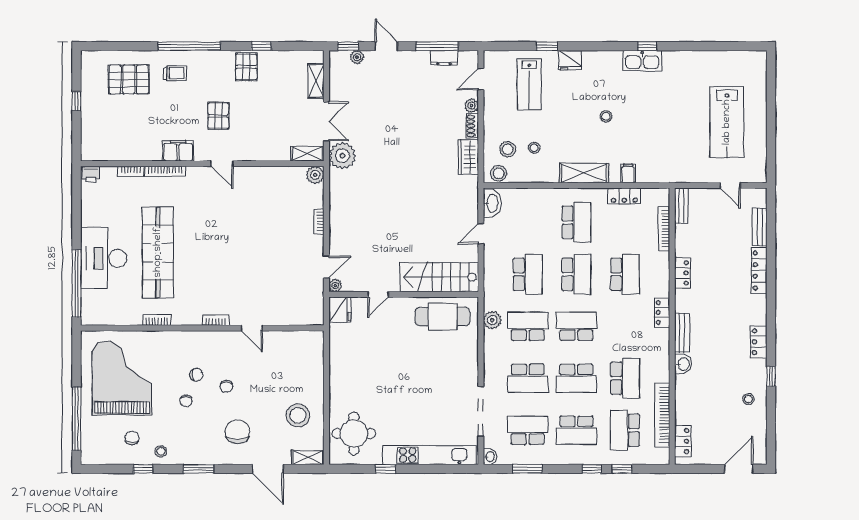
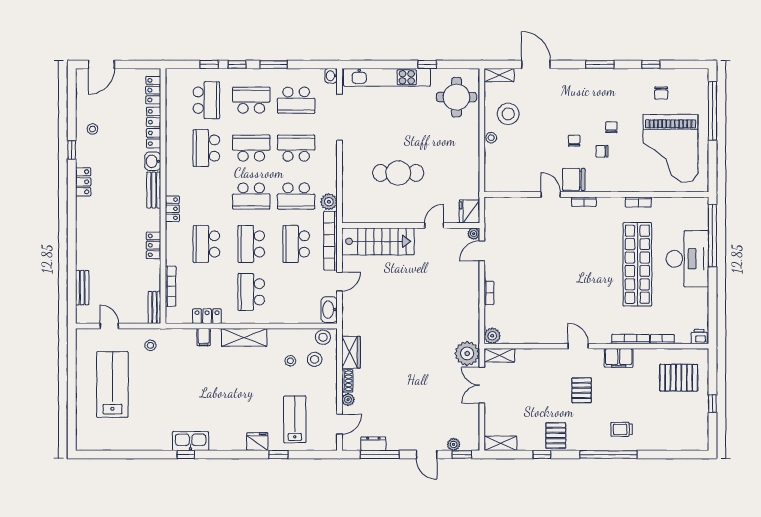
pallet: (129, 79) -> (679, 378), moved
shelving: (316, 81) -> (500, 443), moved, turned 90
stool: (606, 116) -> (150, 345), moved
locker: (759, 270) -> (154, 128), moved, turned 180
cafe table: (442, 316) -> (398, 173), moved
bookcase: (662, 415) -> (330, 241), moved, turned 180
chair: (237, 432) -> (574, 179), moved, turned 90
stool: (161, 451) -> (491, 138), moved
window: (527, 469) -> (274, 64), moved

